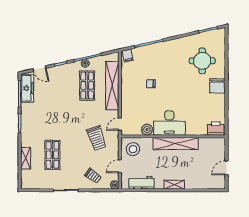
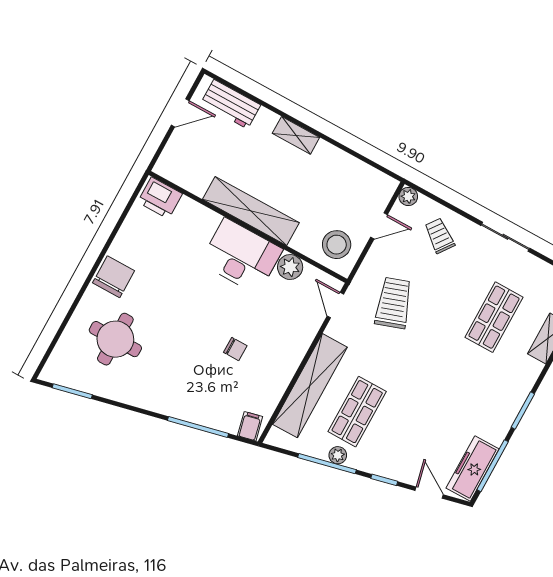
door: (120, 124) -> (335, 305), swing flipped
workbench: (141, 183) -> (231, 104), moved

